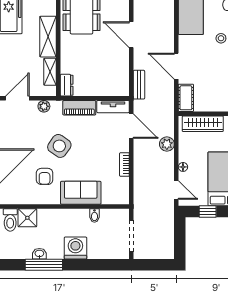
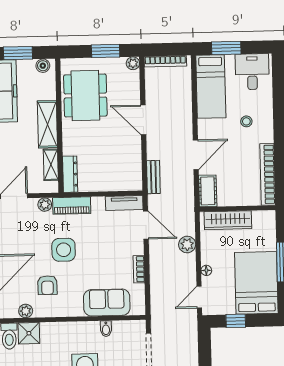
door: (176, 66) -> (196, 155), swing flipped
dresser: (67, 85) -> (70, 174), width x1.44
piano: (79, 108) -> (72, 206), moved
side table: (59, 146) -> (64, 250), turned -35
door: (176, 190) -> (199, 297), swing flipped
sofa: (81, 193) -> (107, 303), moved
plant: (25, 198) -> (26, 311), added

